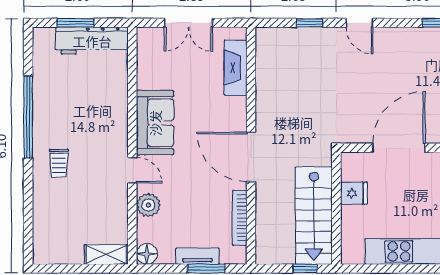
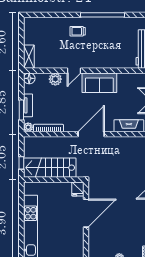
door: (399, 148) -> (86, 213), hinge flipped
door: (251, 157) -> (91, 134), moved
fridge: (354, 193) -> (78, 189), moved
plant: (238, 256) -> (28, 127), added

